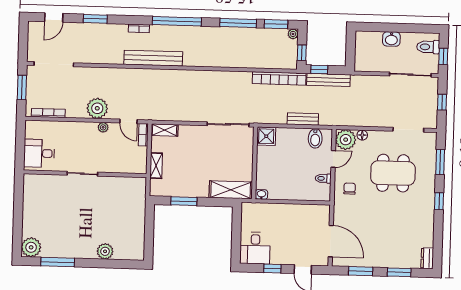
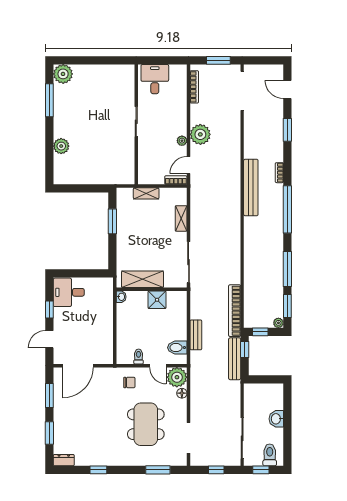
shelving: (165, 130) -> (181, 218), moved
shower: (266, 136) -> (157, 300), moved
shelving: (231, 190) -> (143, 279), moved, turned 90
window: (439, 201) -> (98, 470), moved

